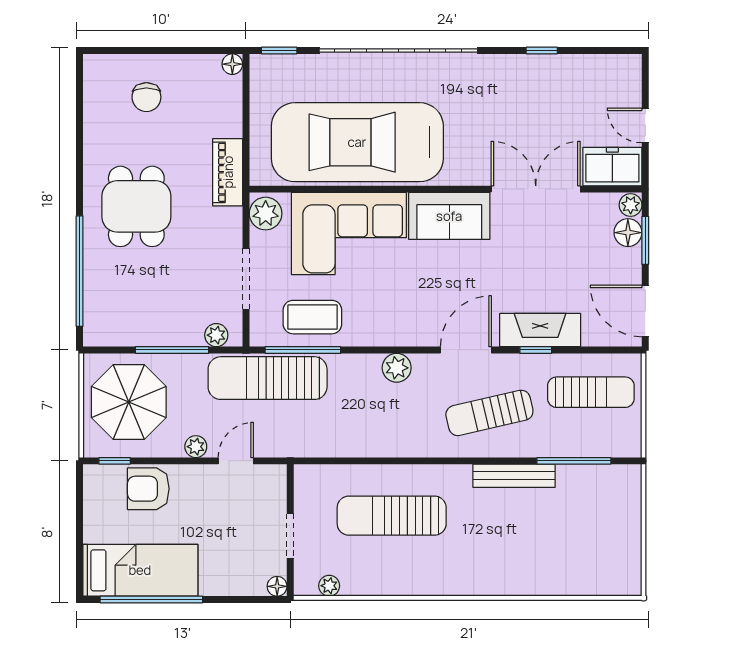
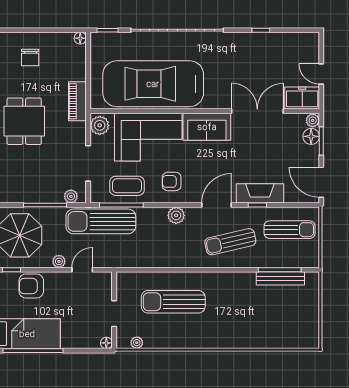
armchair: (389, 310) -> (172, 181), added
bench: (514, 476) -> (280, 278), moved

